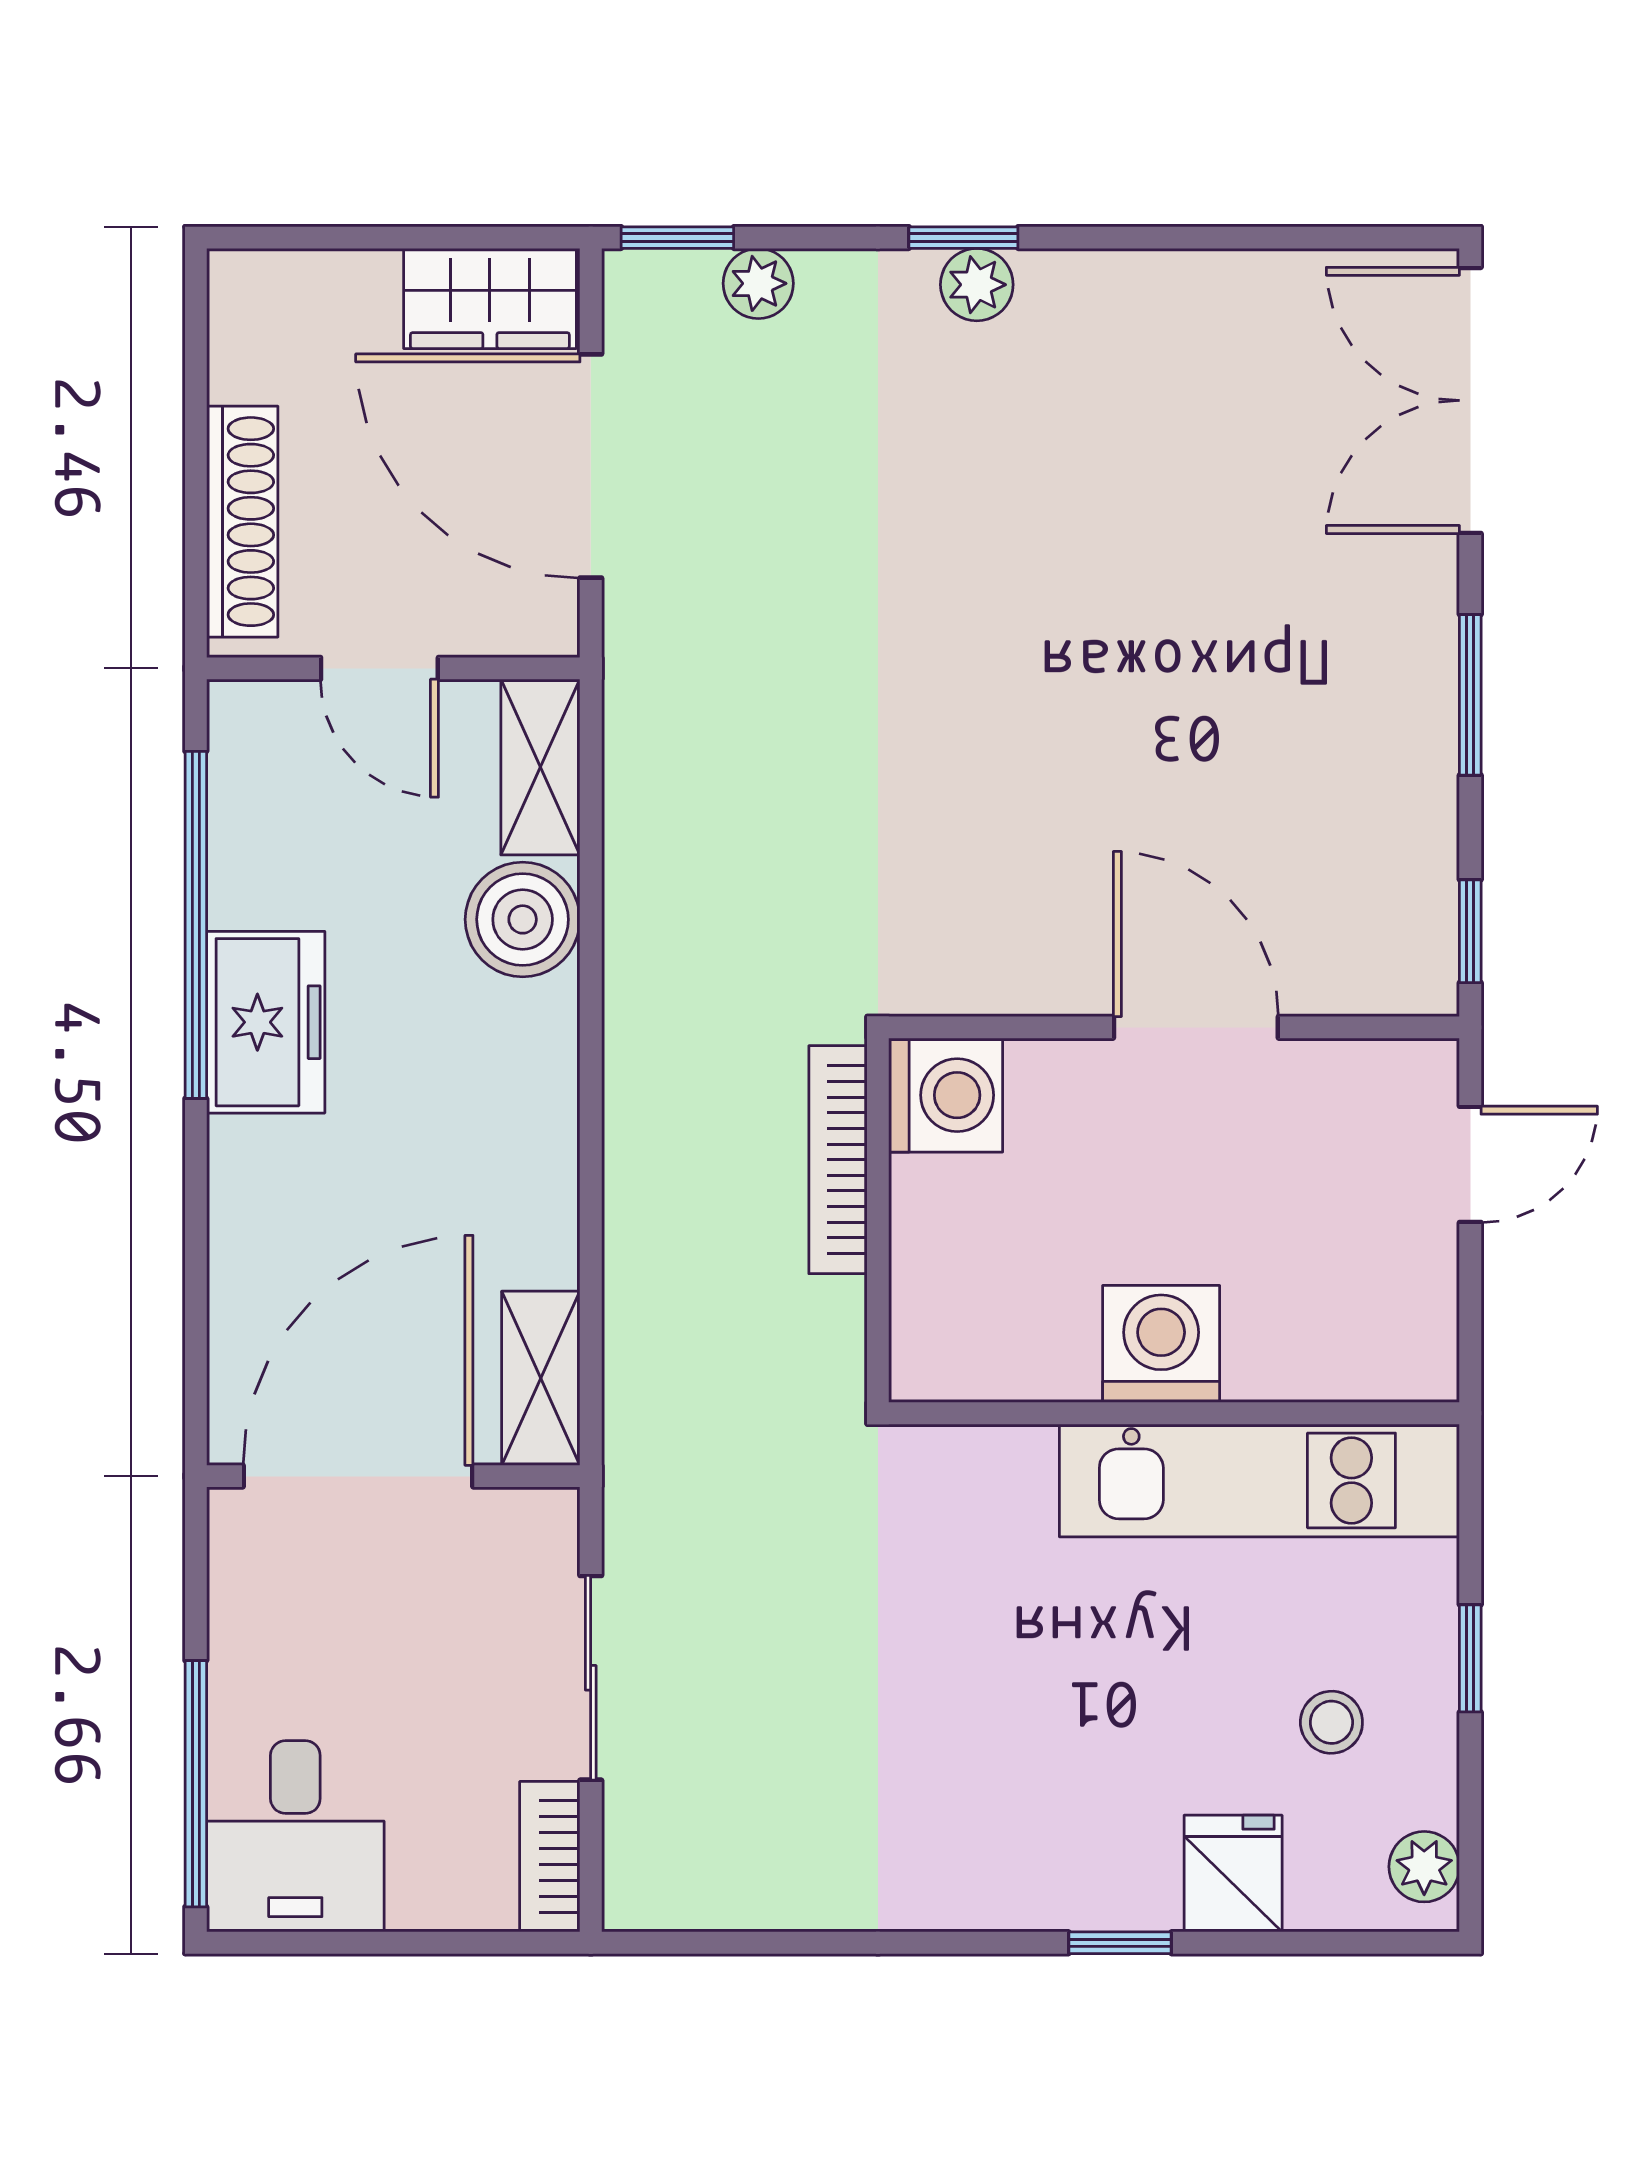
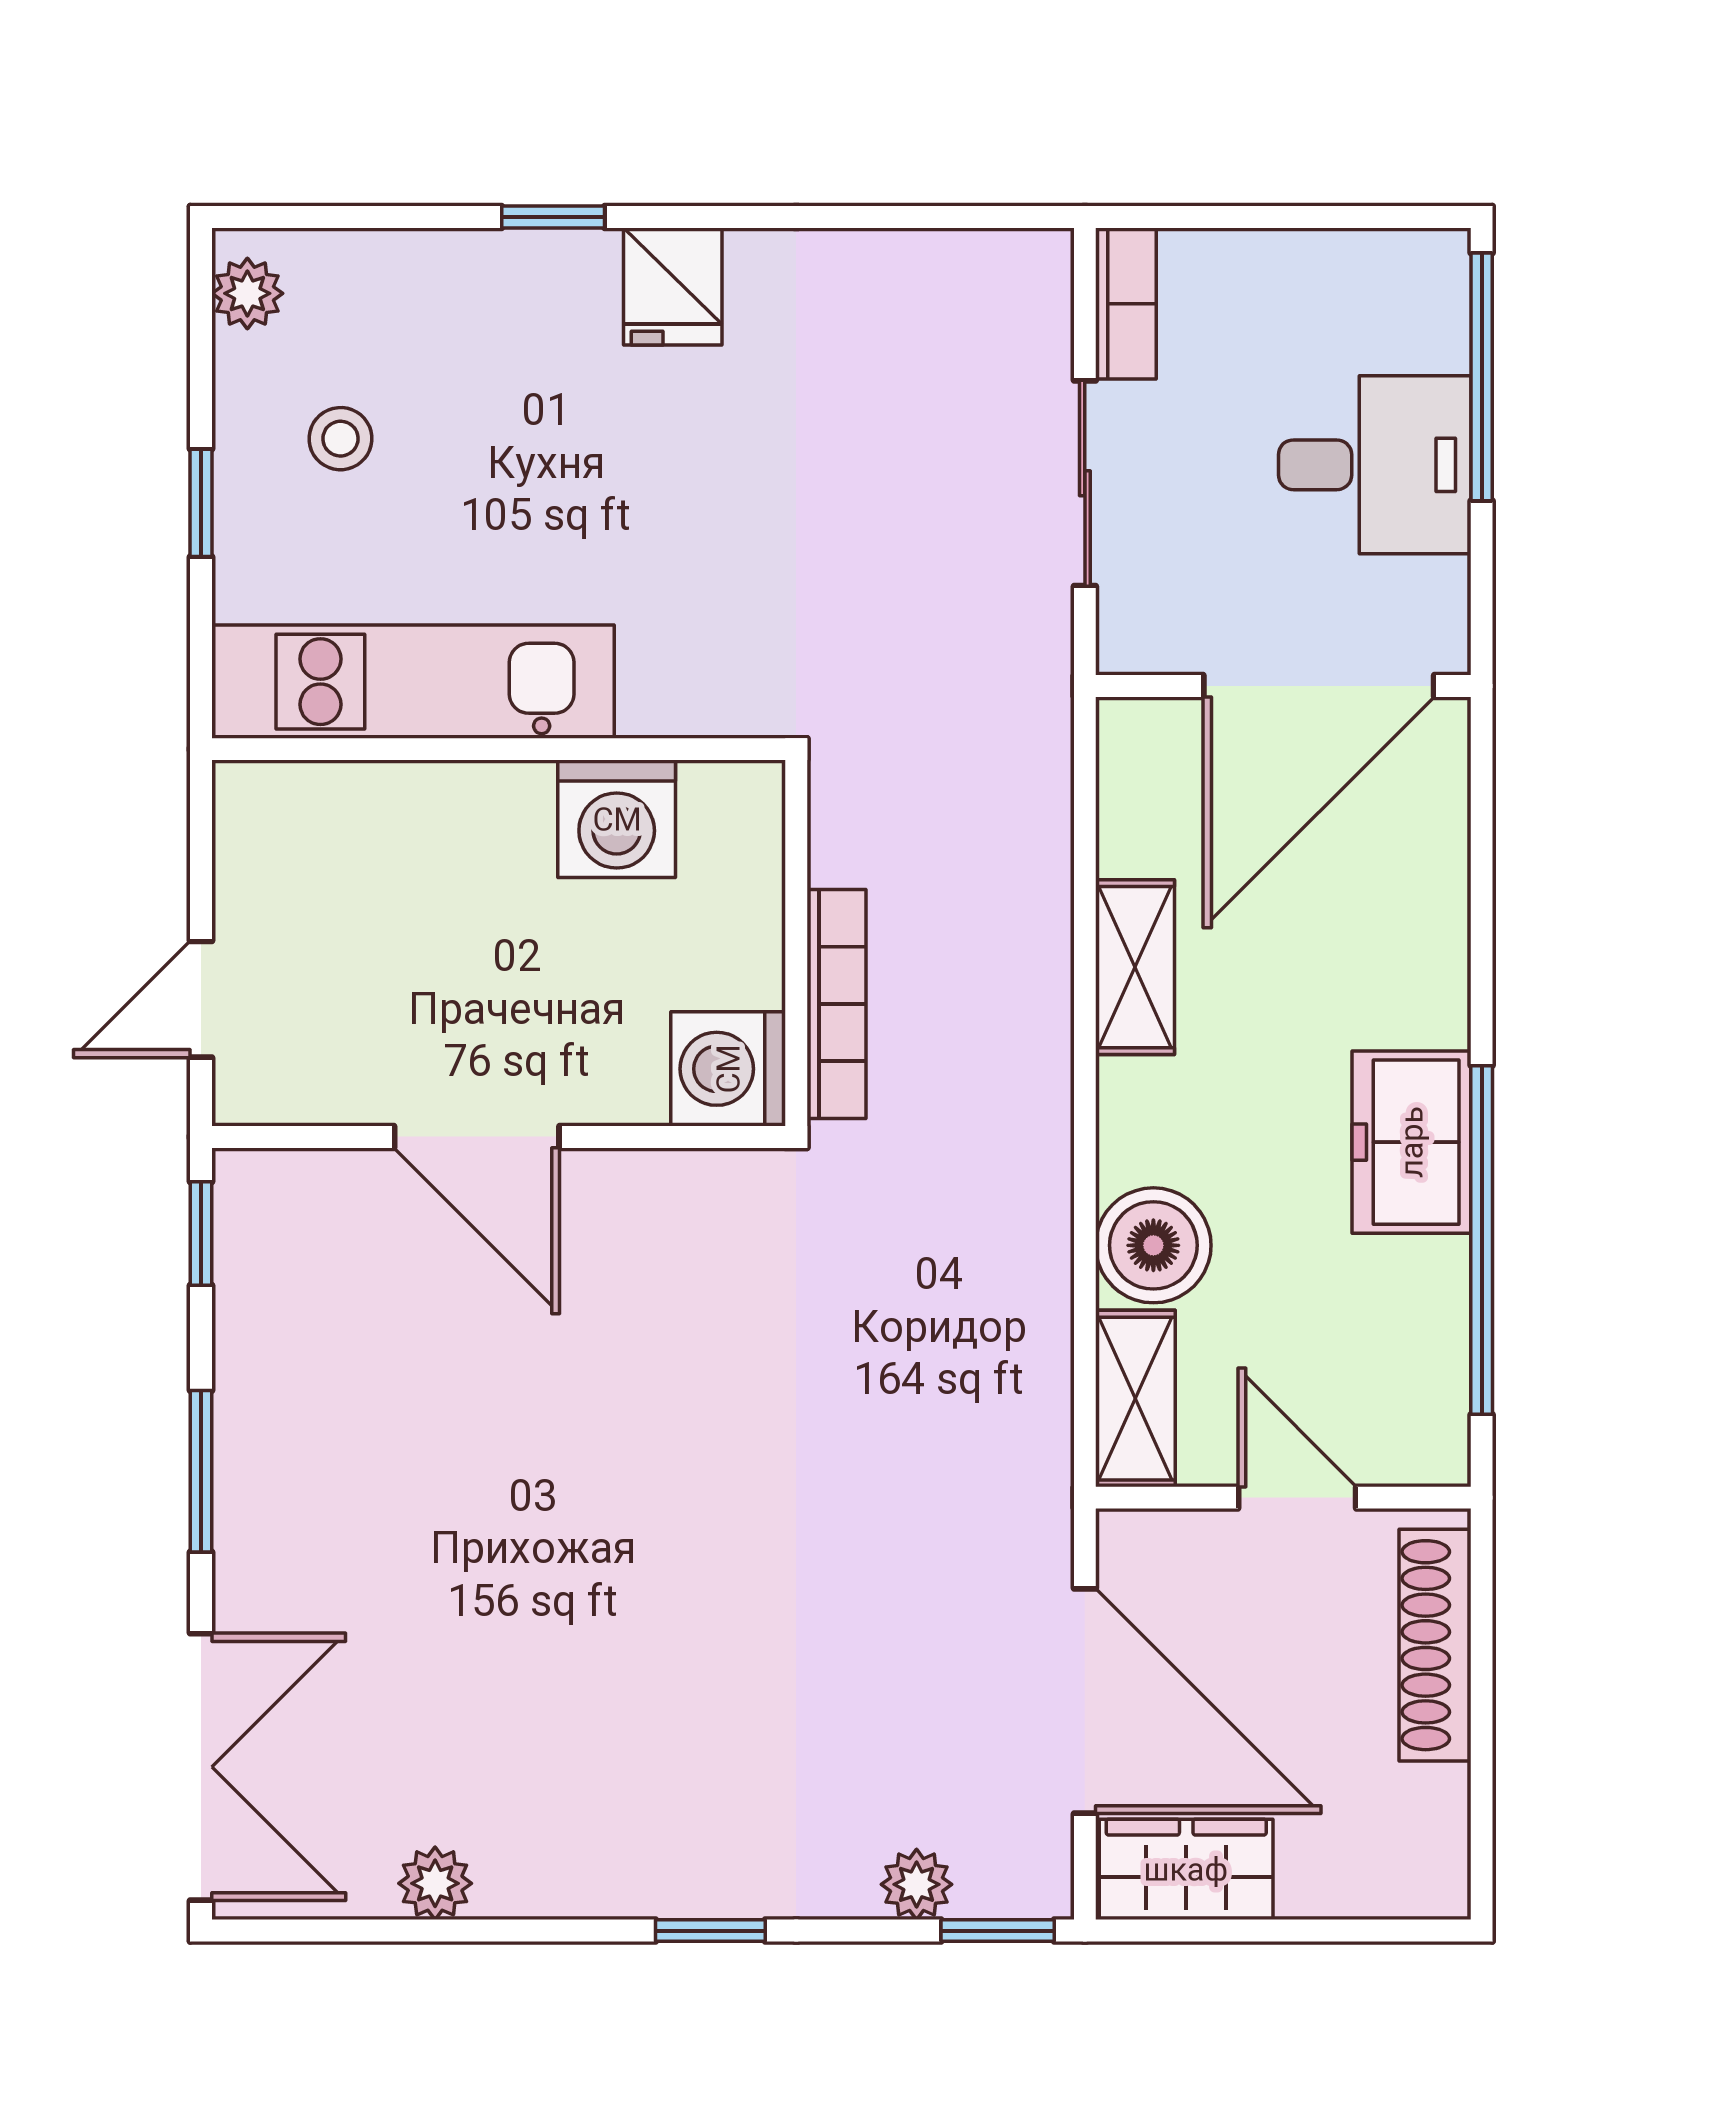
plant: (977, 285) -> (435, 1883), moved
washing machine: (1161, 1344) -> (617, 819), moved
shelving: (541, 1378) -> (1135, 967), moved
desk: (295, 1836) -> (1375, 465), moved, turned 90
fridge: (1233, 1874) -> (673, 287), moved

